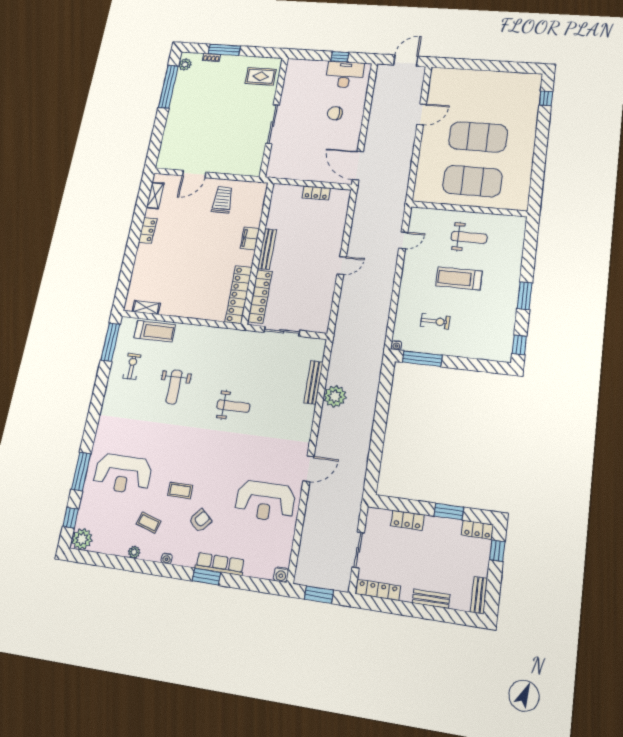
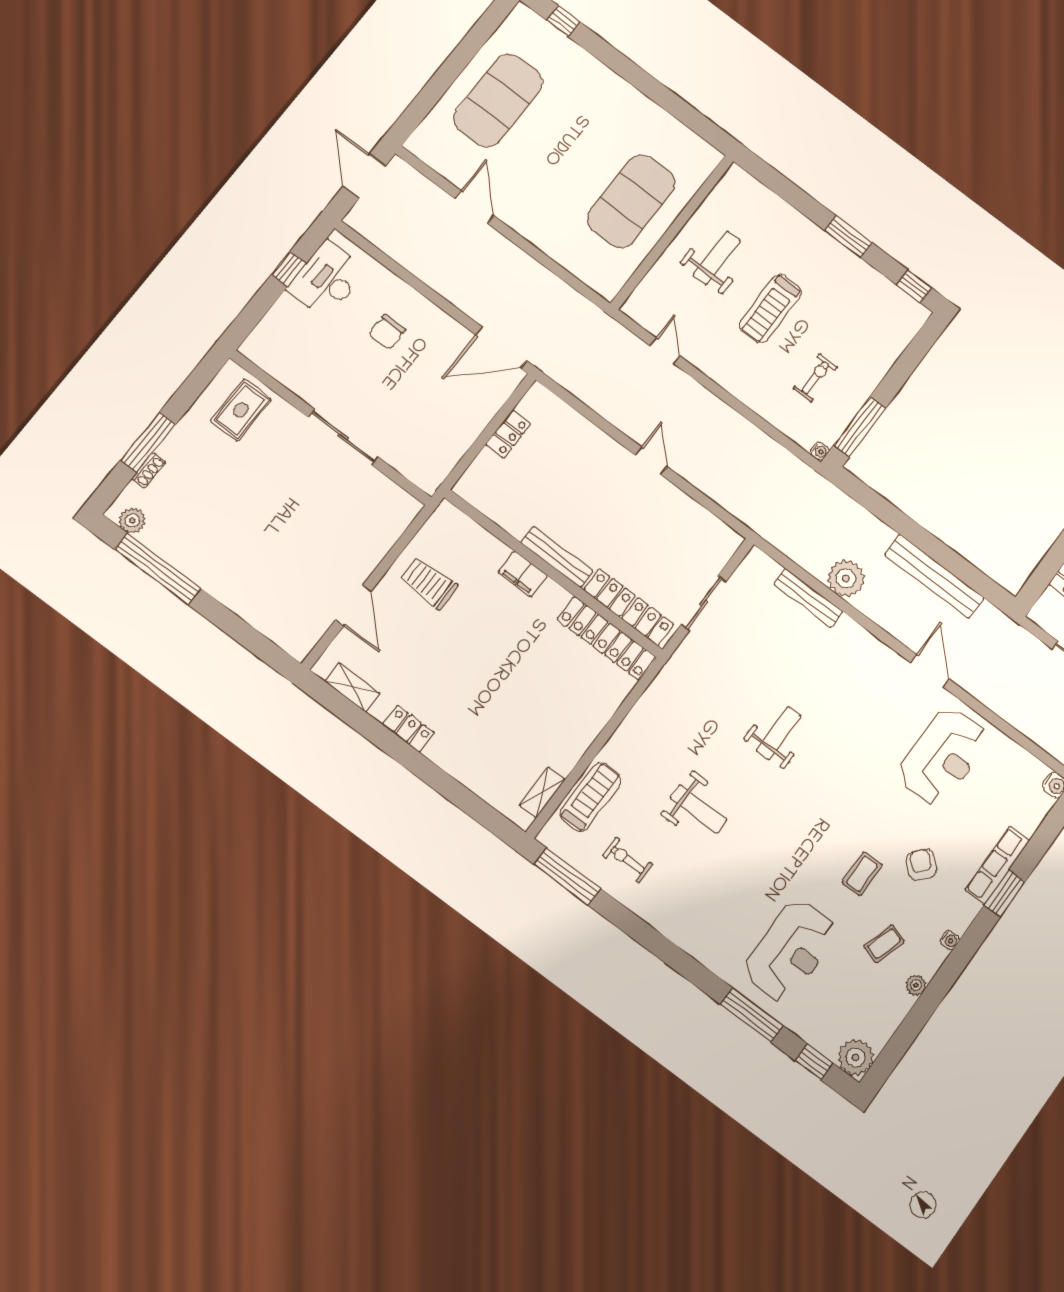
exercise mat: (478, 137) -> (498, 100), moved
bench: (362, 443) -> (934, 576), added

